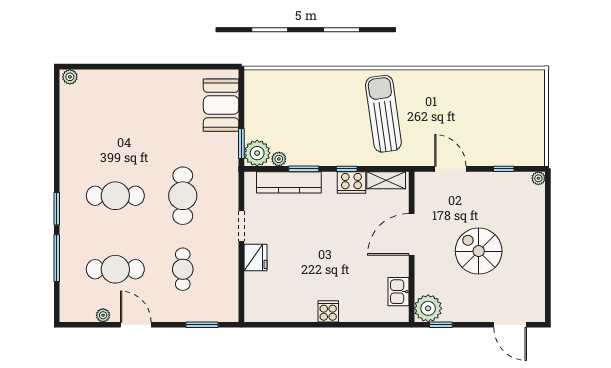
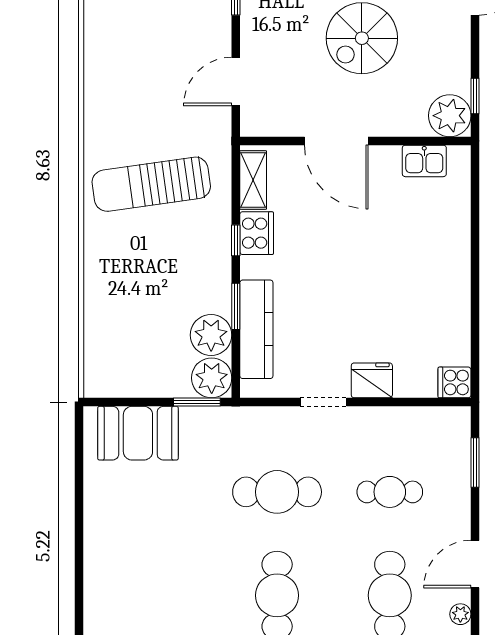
plant: (279, 159) -> (211, 335), width x1.87, depth x1.87
cooker: (328, 311) -> (454, 382), moved

